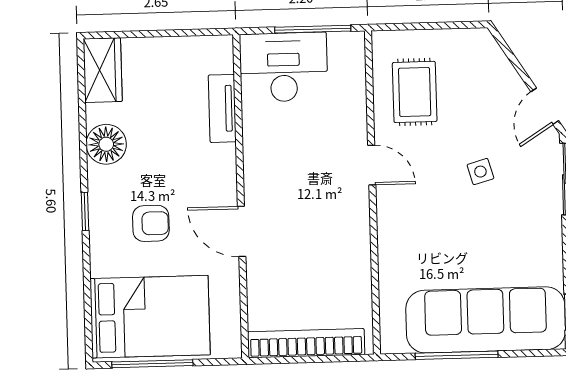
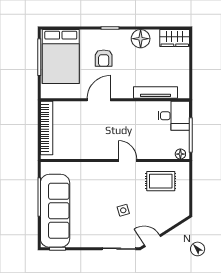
floor lamp: (355, 51) -> (180, 154), added
desk: (284, 67) -> (174, 116), width x0.73
tv unit: (222, 108) -> (156, 92), width x1.41
door: (372, 165) -> (128, 160), swing flipped

